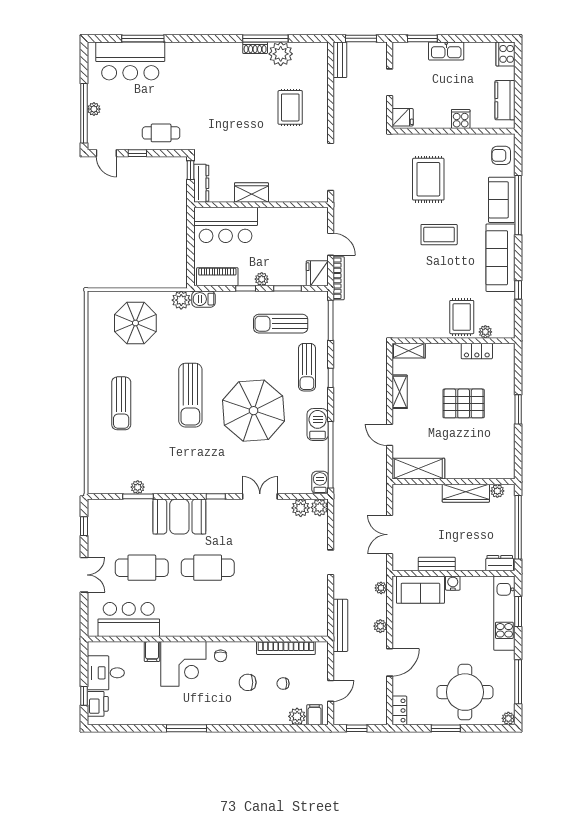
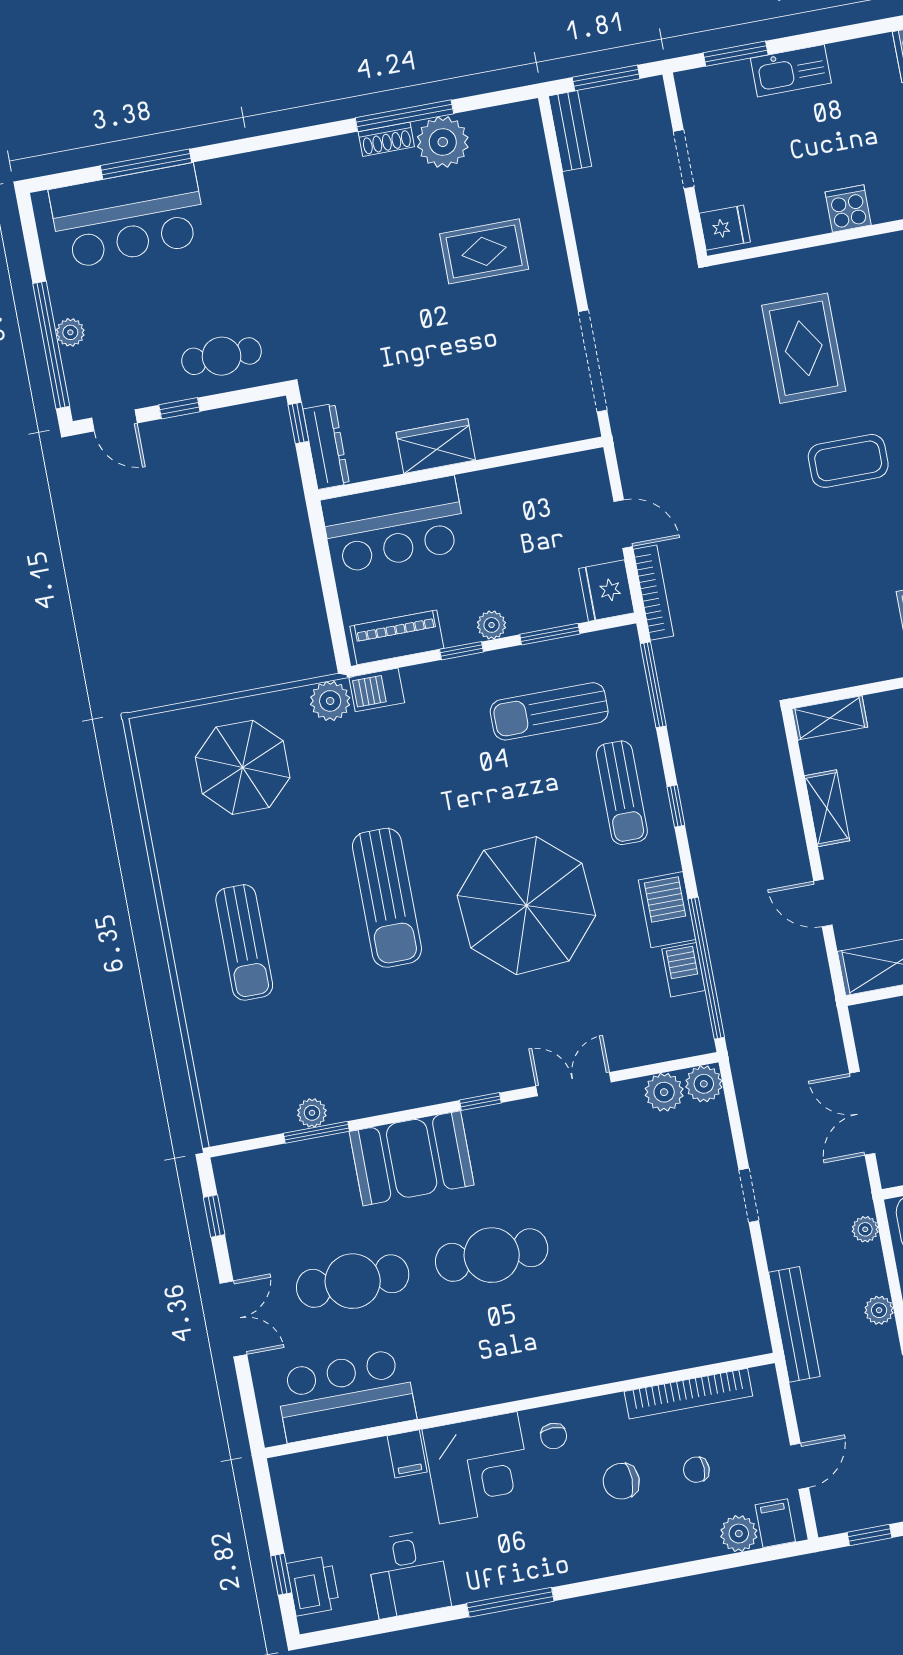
rug: (290, 107) -> (484, 251), turned 90
barbecue: (320, 483) -> (683, 970), moved
desk: (106, 673) -> (408, 1574), moved, turned -90

